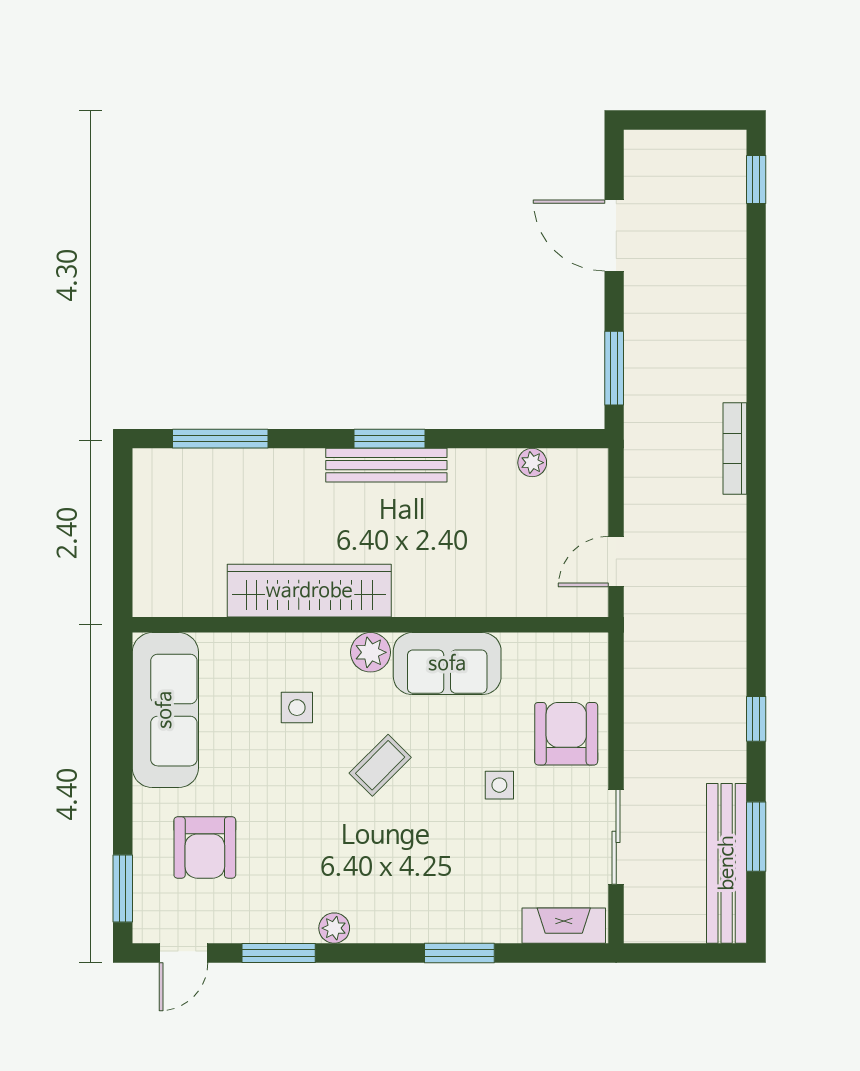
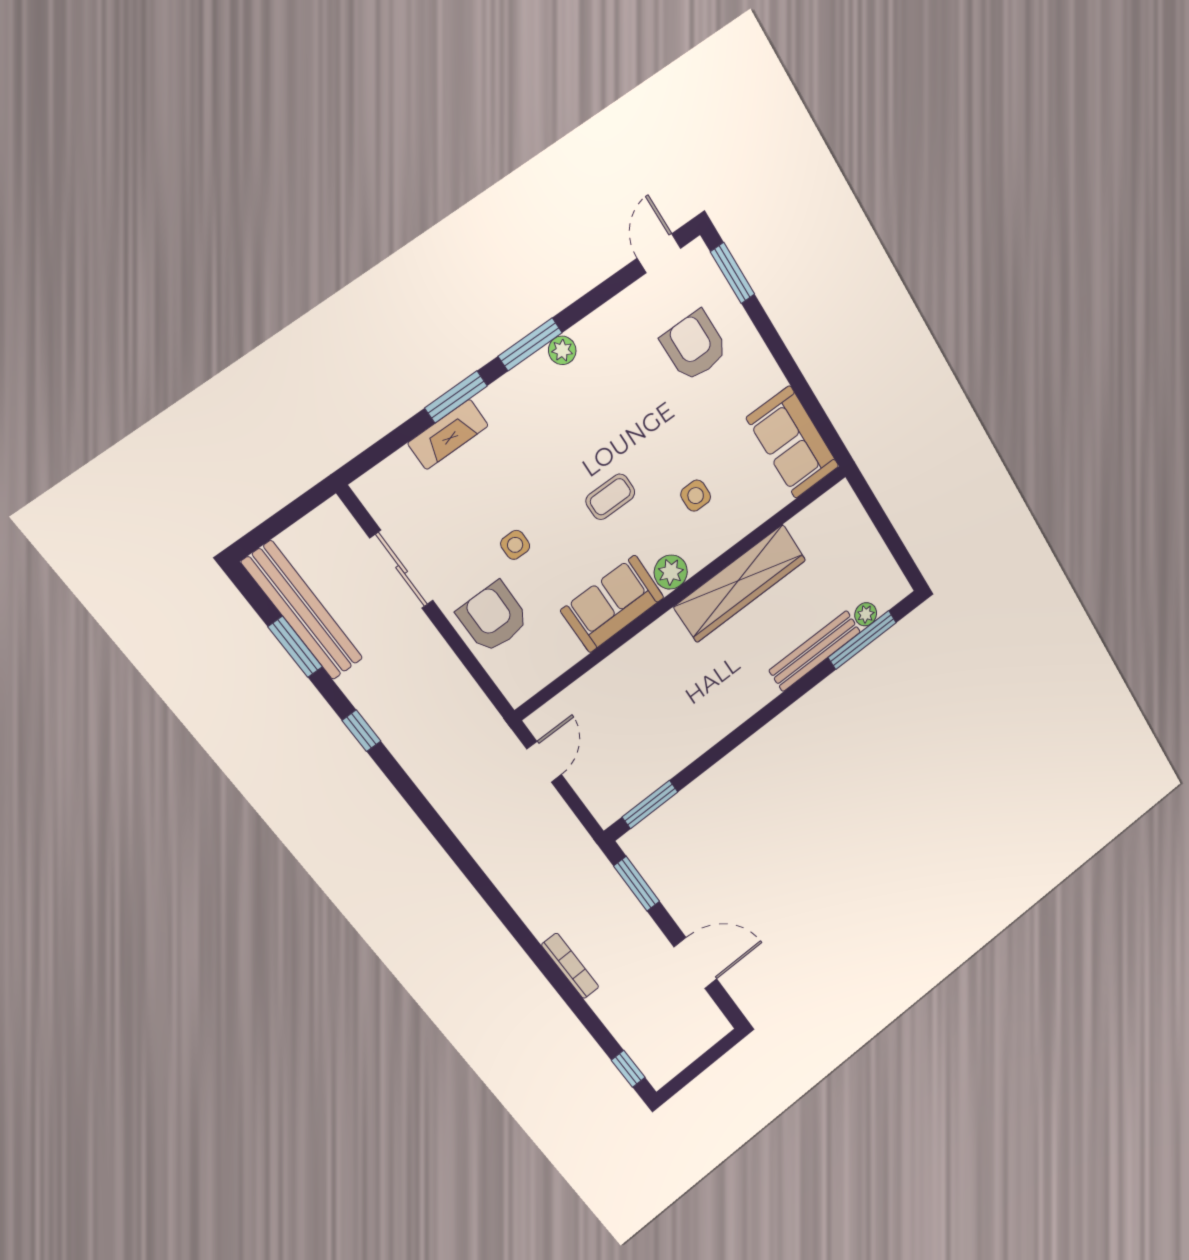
window: (389, 439) -> (650, 804), moved
bookcase: (735, 448) -> (570, 966), moved
plant: (532, 463) -> (866, 614), moved
bench: (386, 465) -> (815, 651), moved
sofa: (165, 710) -> (793, 442), width x0.73
armchair: (566, 734) -> (493, 617), turned 180
coffee table: (380, 765) -> (610, 497), turned 45
fireplace: (564, 926) -> (448, 434), moved
window: (279, 953) -> (530, 344), moved

